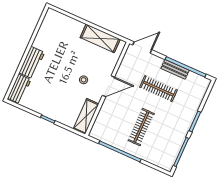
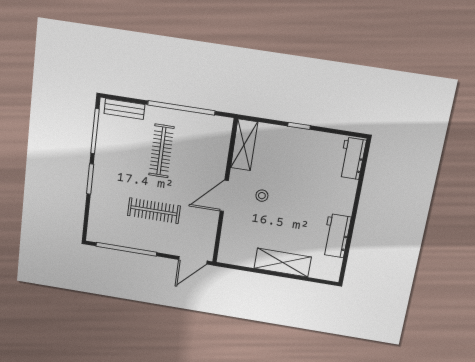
shelving: (100, 38) -> (283, 263), moved
workbench: (32, 63) -> (336, 236), moved
bench: (175, 69) -> (124, 109), moved

